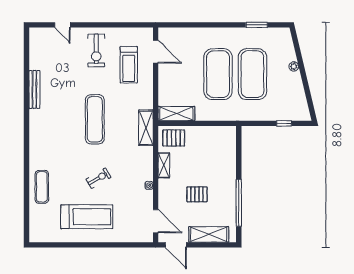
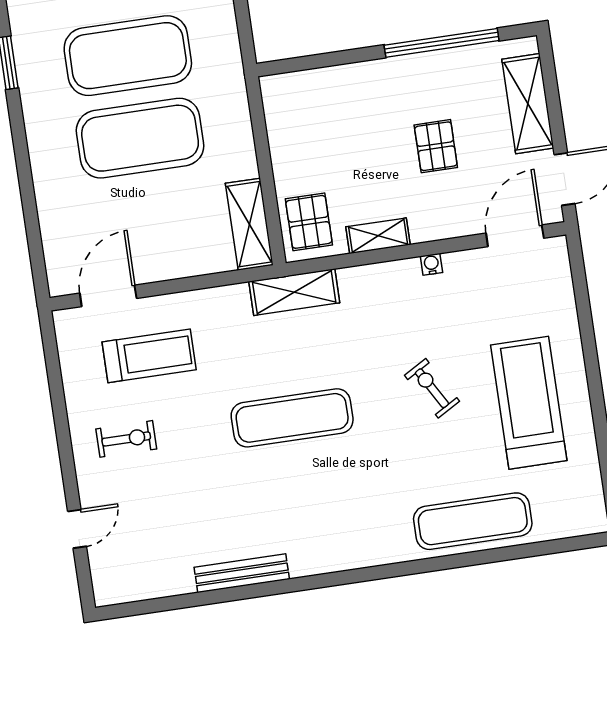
exercise bike: (96, 50) -> (126, 439), width x0.73, depth x0.72
exercise mat: (42, 187) -> (473, 521), width x1.36, depth x1.45

